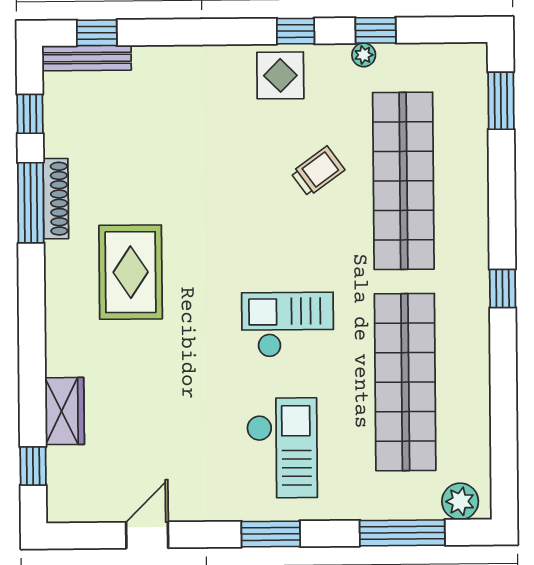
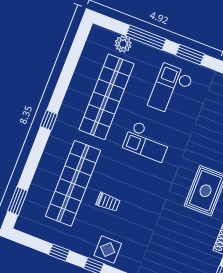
plant: (364, 55) -> (68, 244), removed
trolley: (318, 171) -> (108, 202), turned -144
plant: (460, 501) -> (123, 44), moved
window: (402, 533) -> (146, 38), moved

